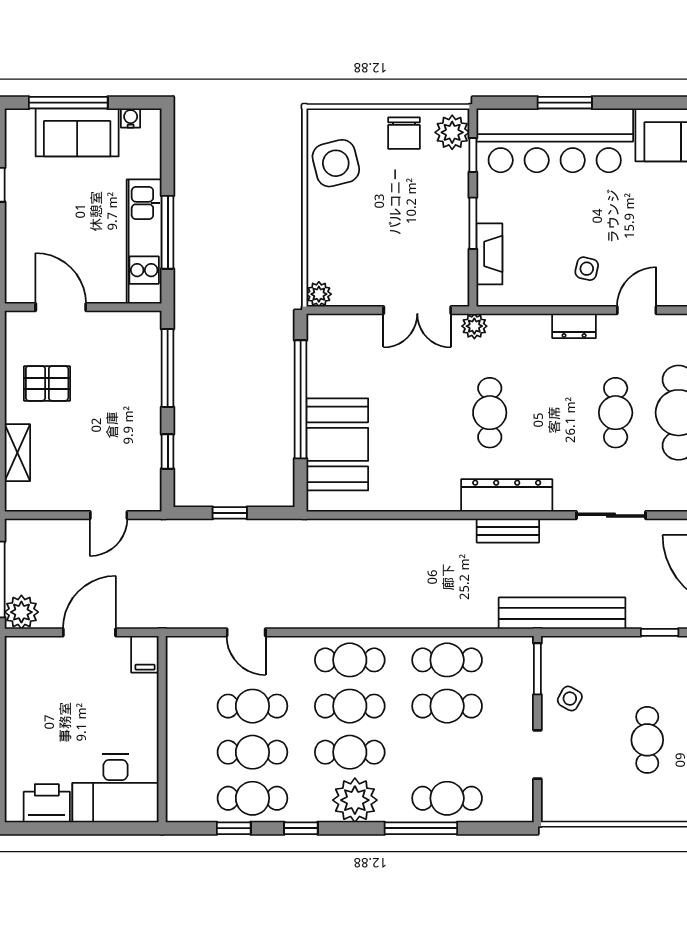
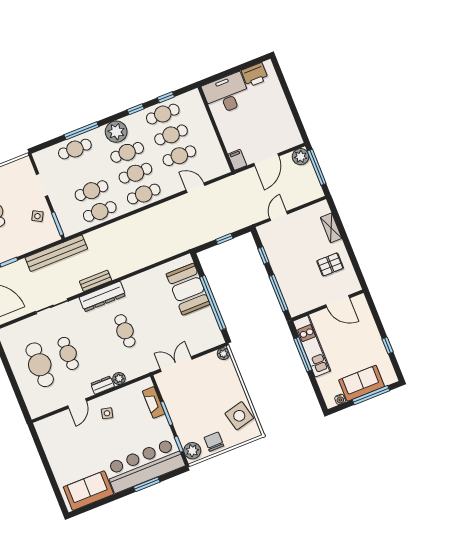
plant: (474, 326) -> (119, 378), moved

